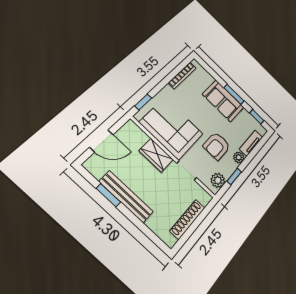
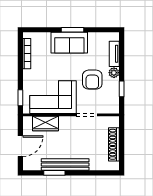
window: (257, 117) -> (102, 30), removed
wardrobe: (156, 155) -> (45, 124), moved
plant: (218, 180) -> (113, 102), removed

